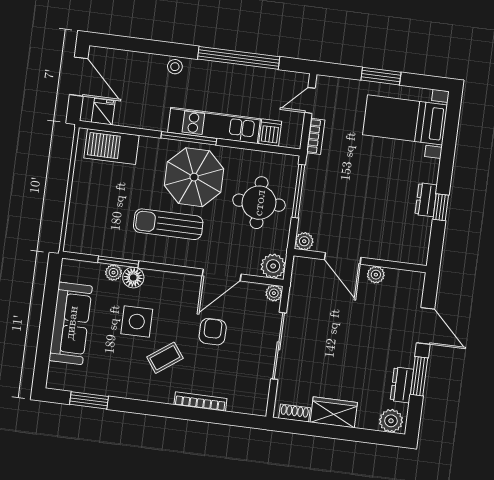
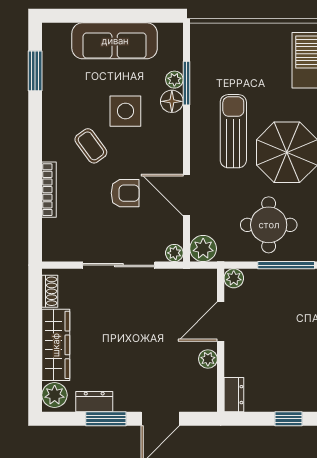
dresser: (426, 200) -> (234, 395), moved, turned 90
wardrobe: (334, 412) -> (56, 345), width x1.50

